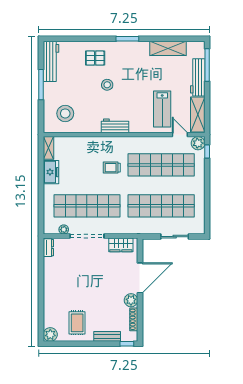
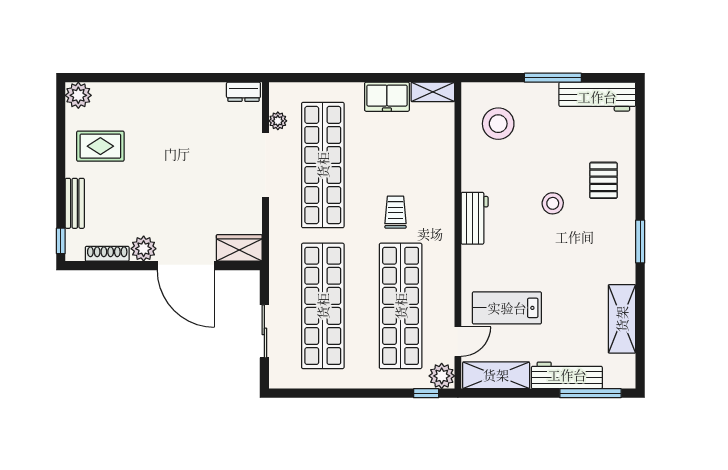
wardrobe: (121, 245) -> (239, 248), moved, turned 90

